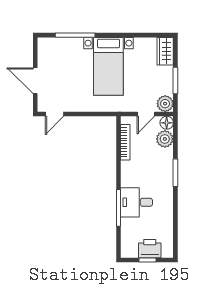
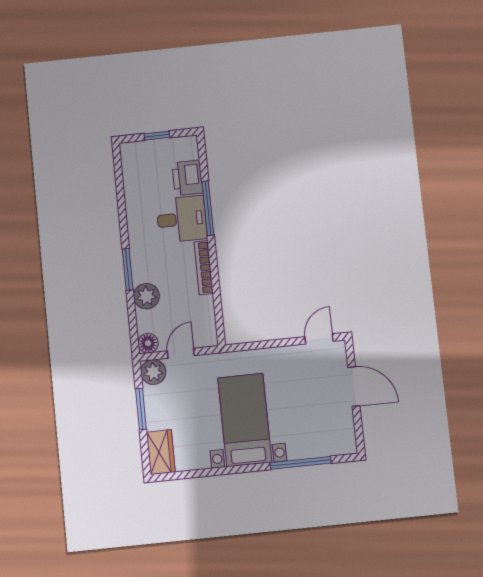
plant: (165, 139) -> (146, 296), moved
bookcase: (125, 142) -> (204, 268), moved
printer: (150, 249) -> (187, 178), moved, turned 90

